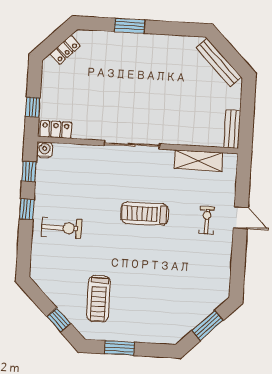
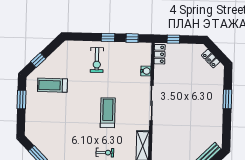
water cooler: (45, 150) -> (146, 71), moved

